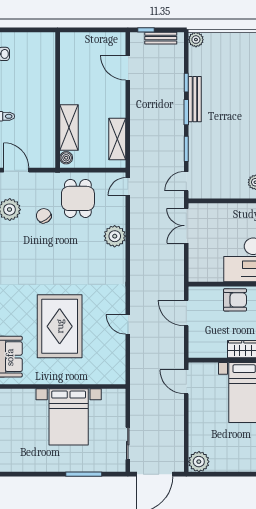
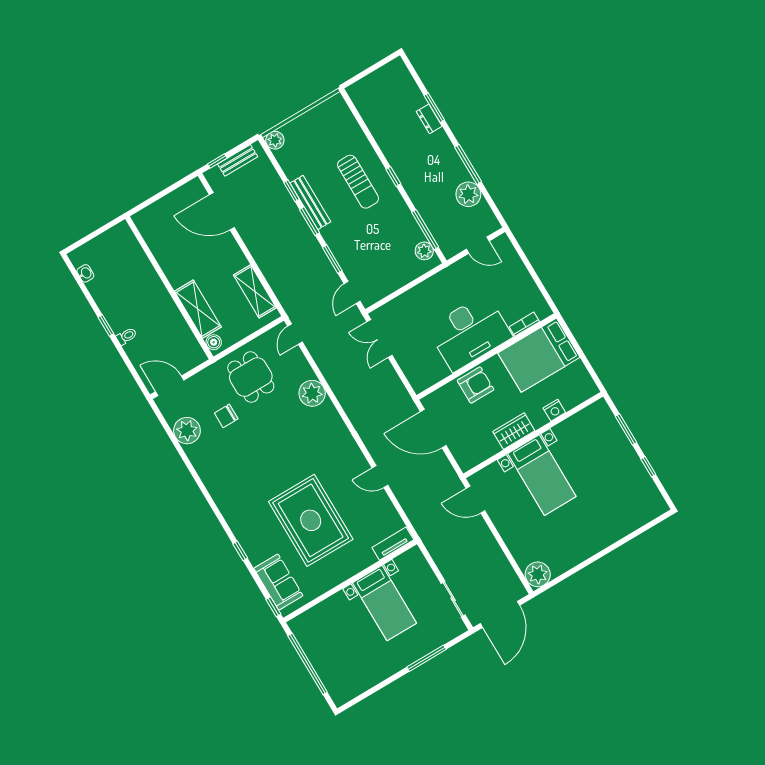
door: (128, 68) -> (222, 211), width x1.36
sun lounger: (238, 105) -> (358, 182), added
chair: (44, 216) -> (226, 416), turned -54
door: (186, 313) -> (433, 429), width x1.36
tv unit: (108, 378) -> (393, 544), added
bed with nightstands: (69, 417) -> (385, 603), width x0.73

